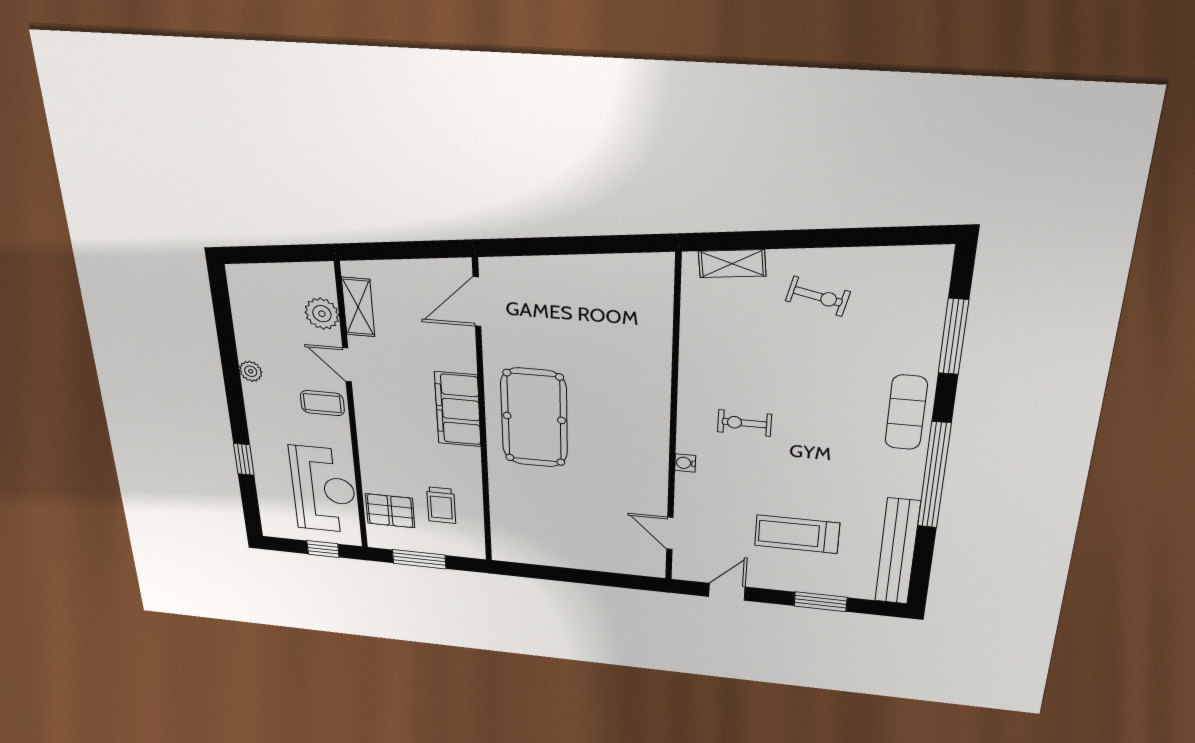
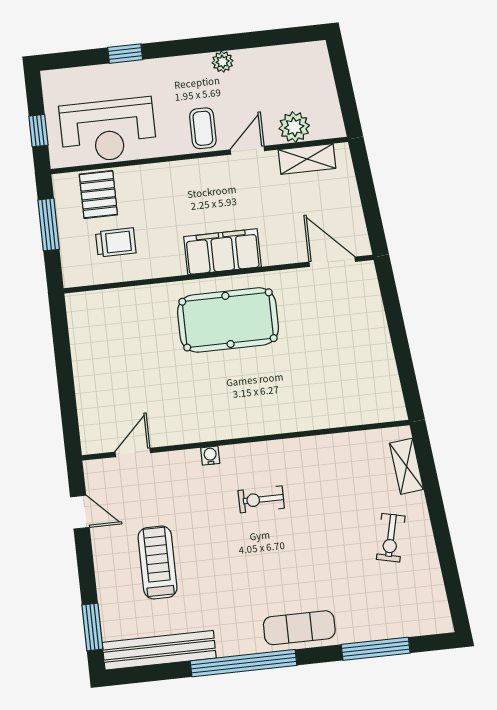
exercise bike: (744, 423) -> (261, 499), turned -90
trolley: (441, 505) -> (116, 242), turned 180
window: (821, 602) -> (92, 627), moved

